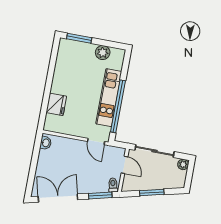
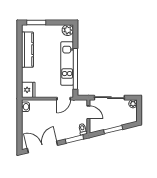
plant: (103, 53) -> (68, 30), moved
kitchen counter: (62, 71) -> (27, 50), added
fridge: (56, 104) -> (28, 90), moved
door: (96, 141) -> (64, 99), hinge flipped

